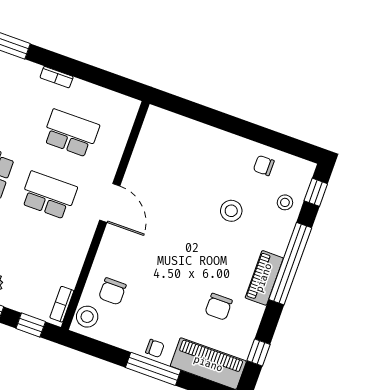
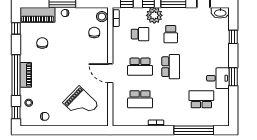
grand piano: (187, 166) -> (81, 104), added
stool: (231, 211) -> (52, 90), removed
school desk: (26, 257) -> (140, 34), added
piano: (264, 278) -> (26, 75), moved

